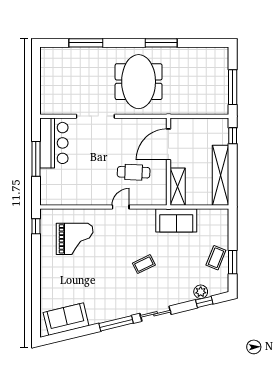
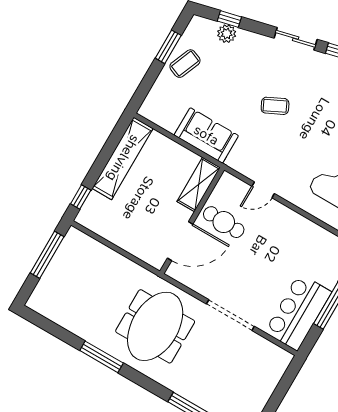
door: (168, 144) -> (180, 241), moved
wall: (168, 162) -> (192, 221), moved
shelving: (178, 187) -> (199, 185), moved

